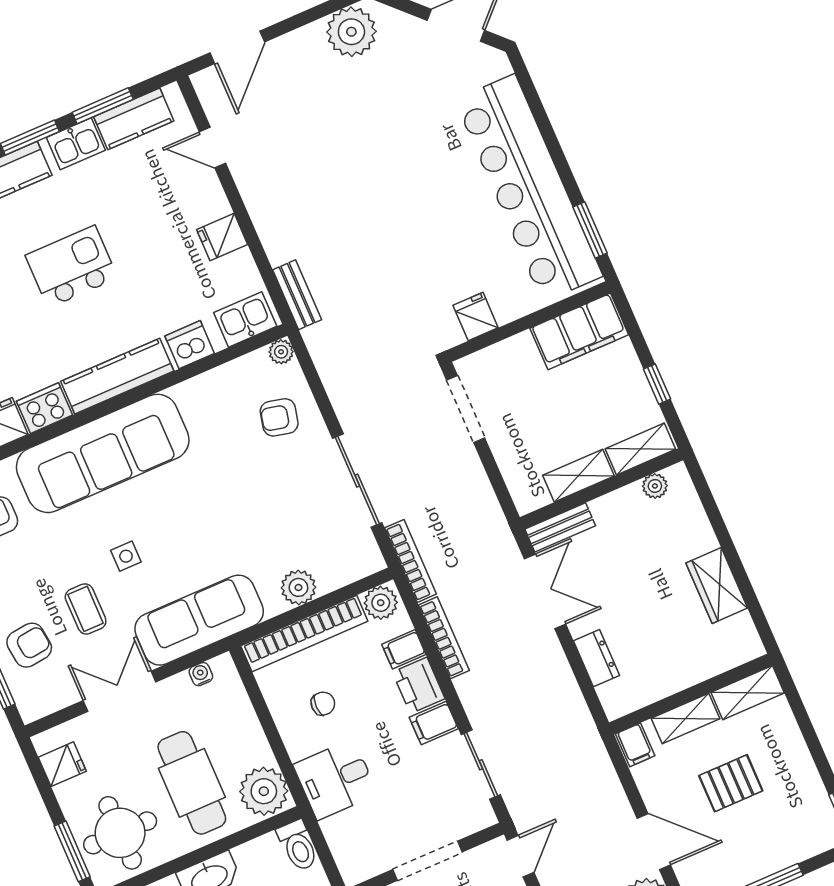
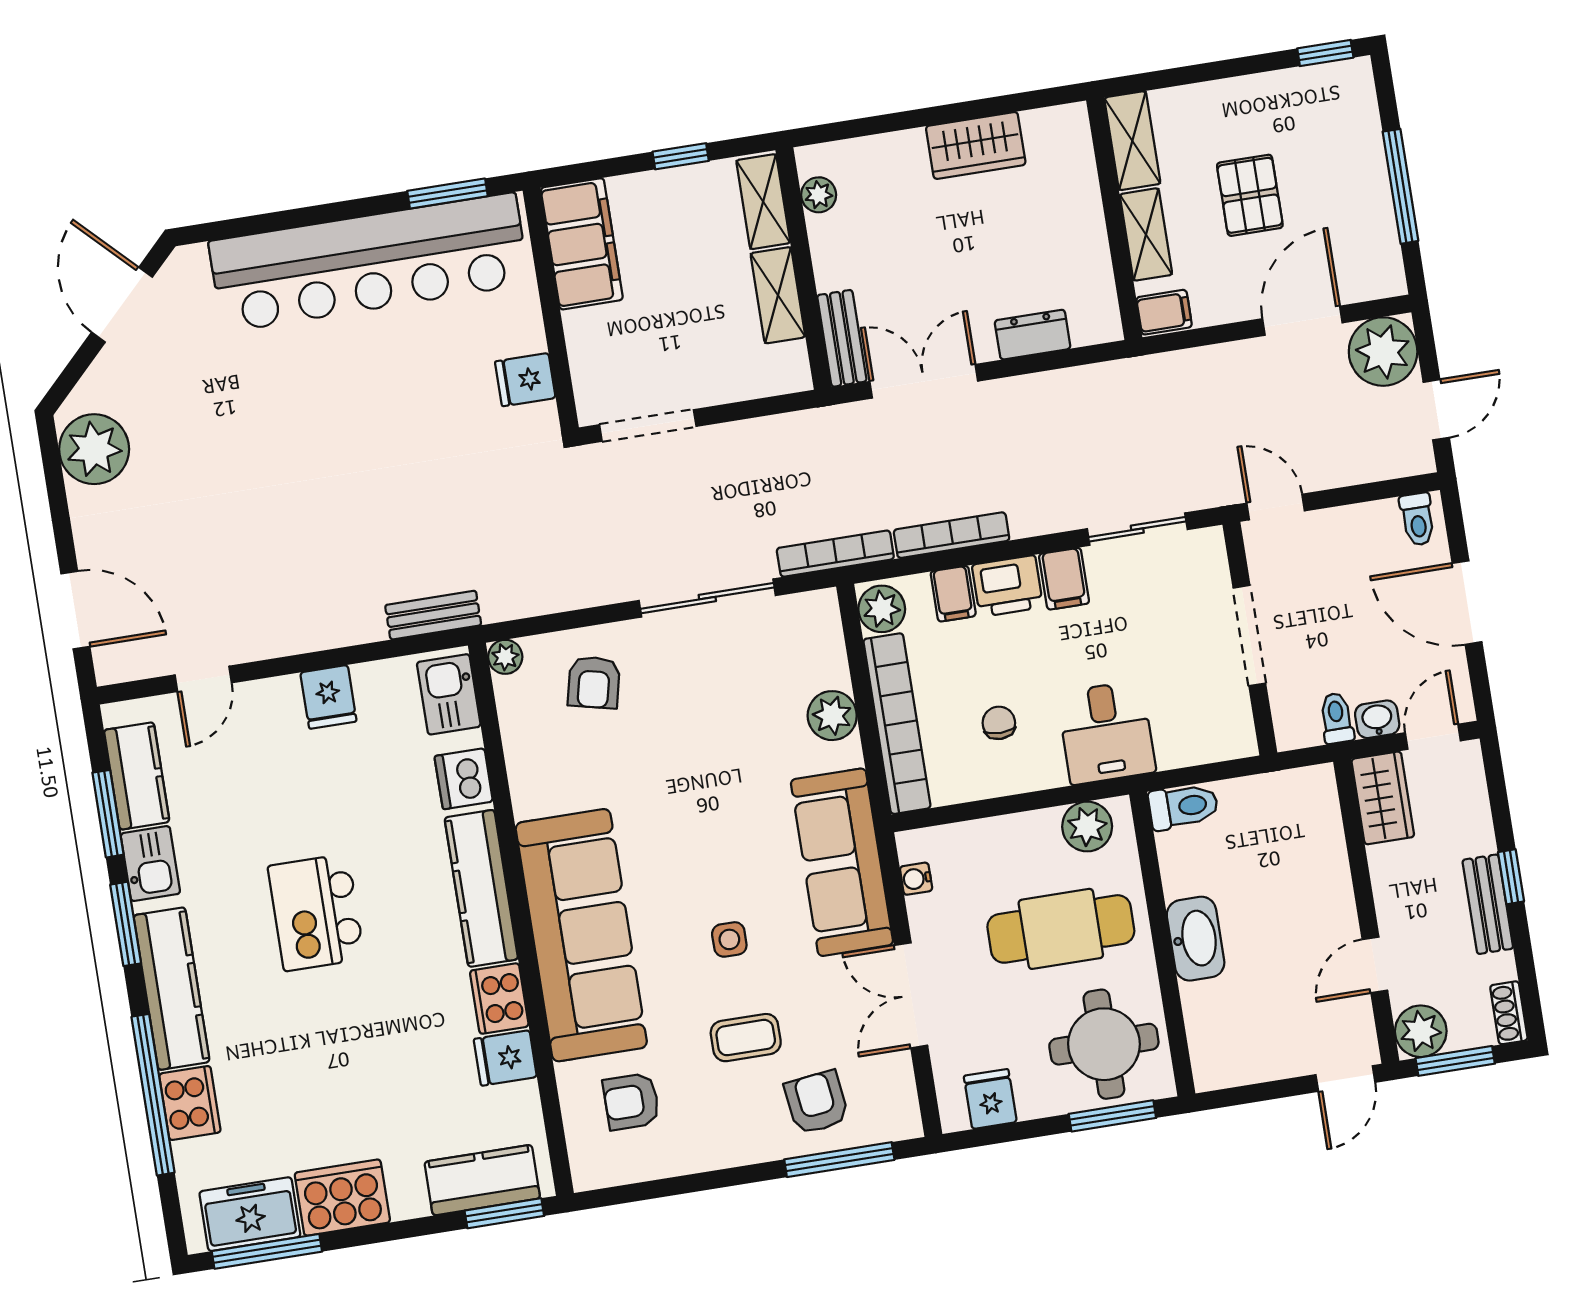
coffee table: (86, 609) -> (746, 1038), moved
plant: (264, 791) -> (1087, 826), width x0.73, depth x0.73

